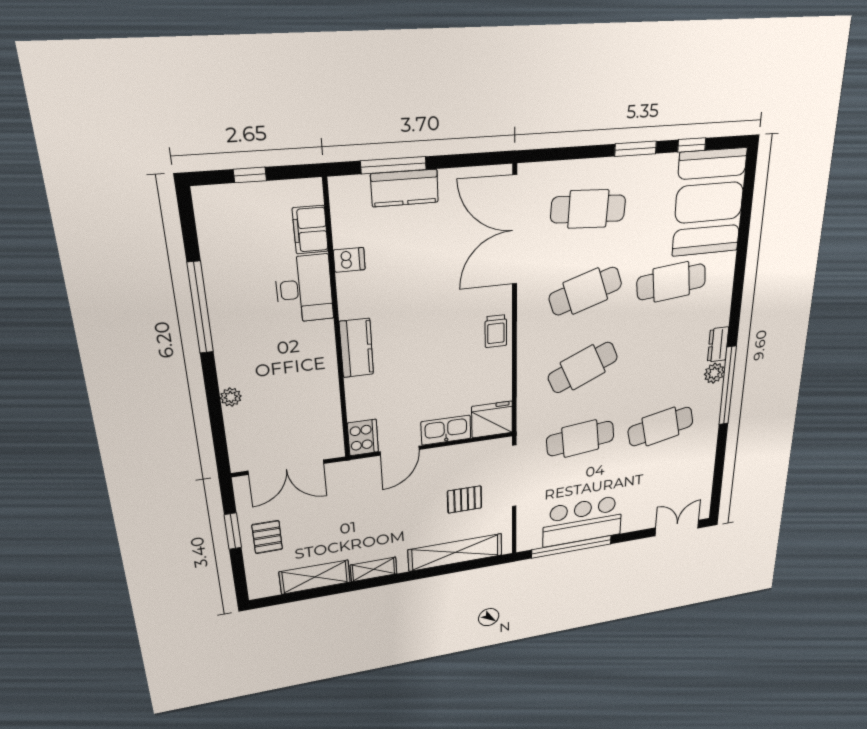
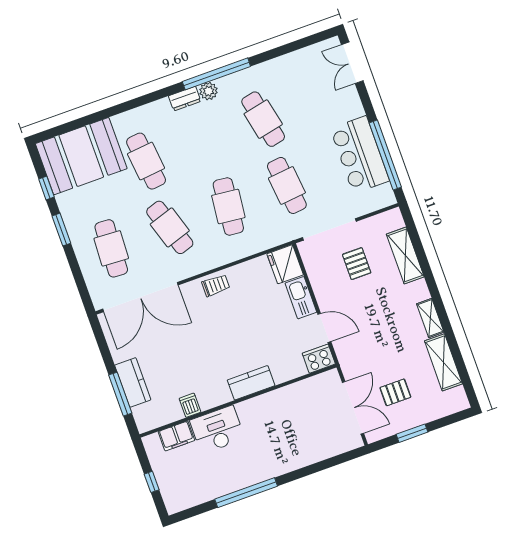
cafe table: (583, 367) -> (228, 206), turned 30
plant: (231, 397) -> (306, 459), removed
pallet: (267, 537) -> (395, 392), moved
shelving: (455, 552) -> (405, 255), width x0.68

